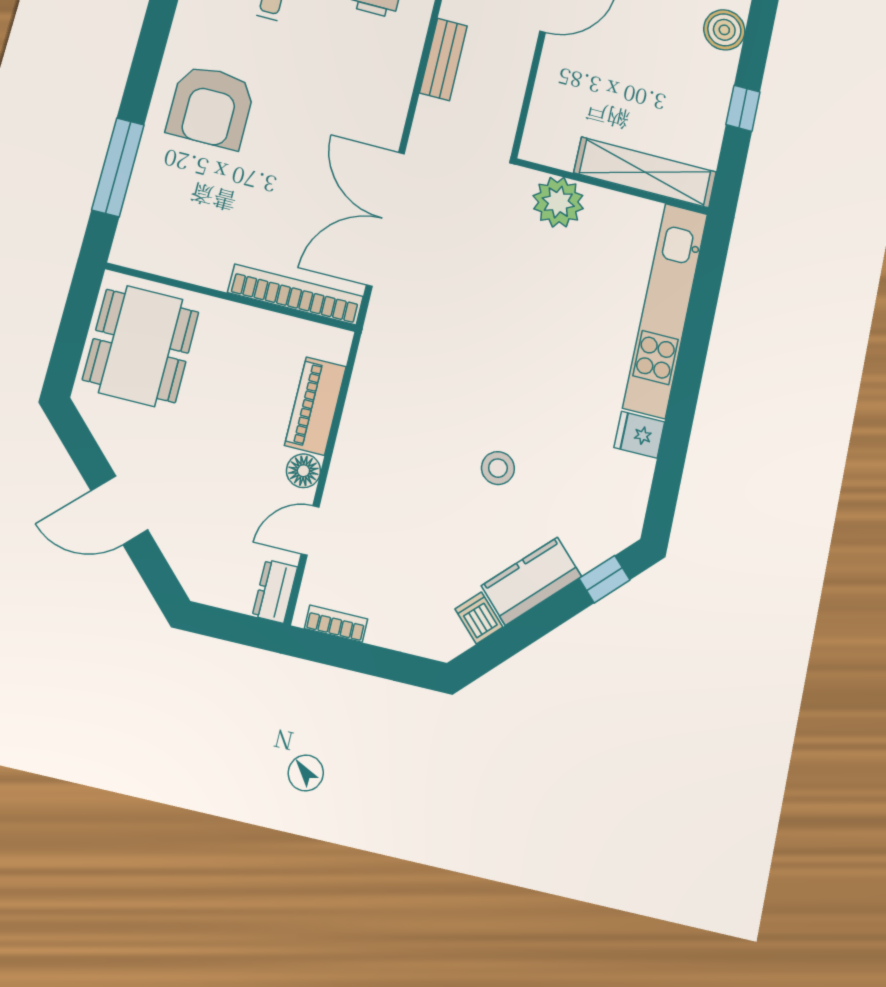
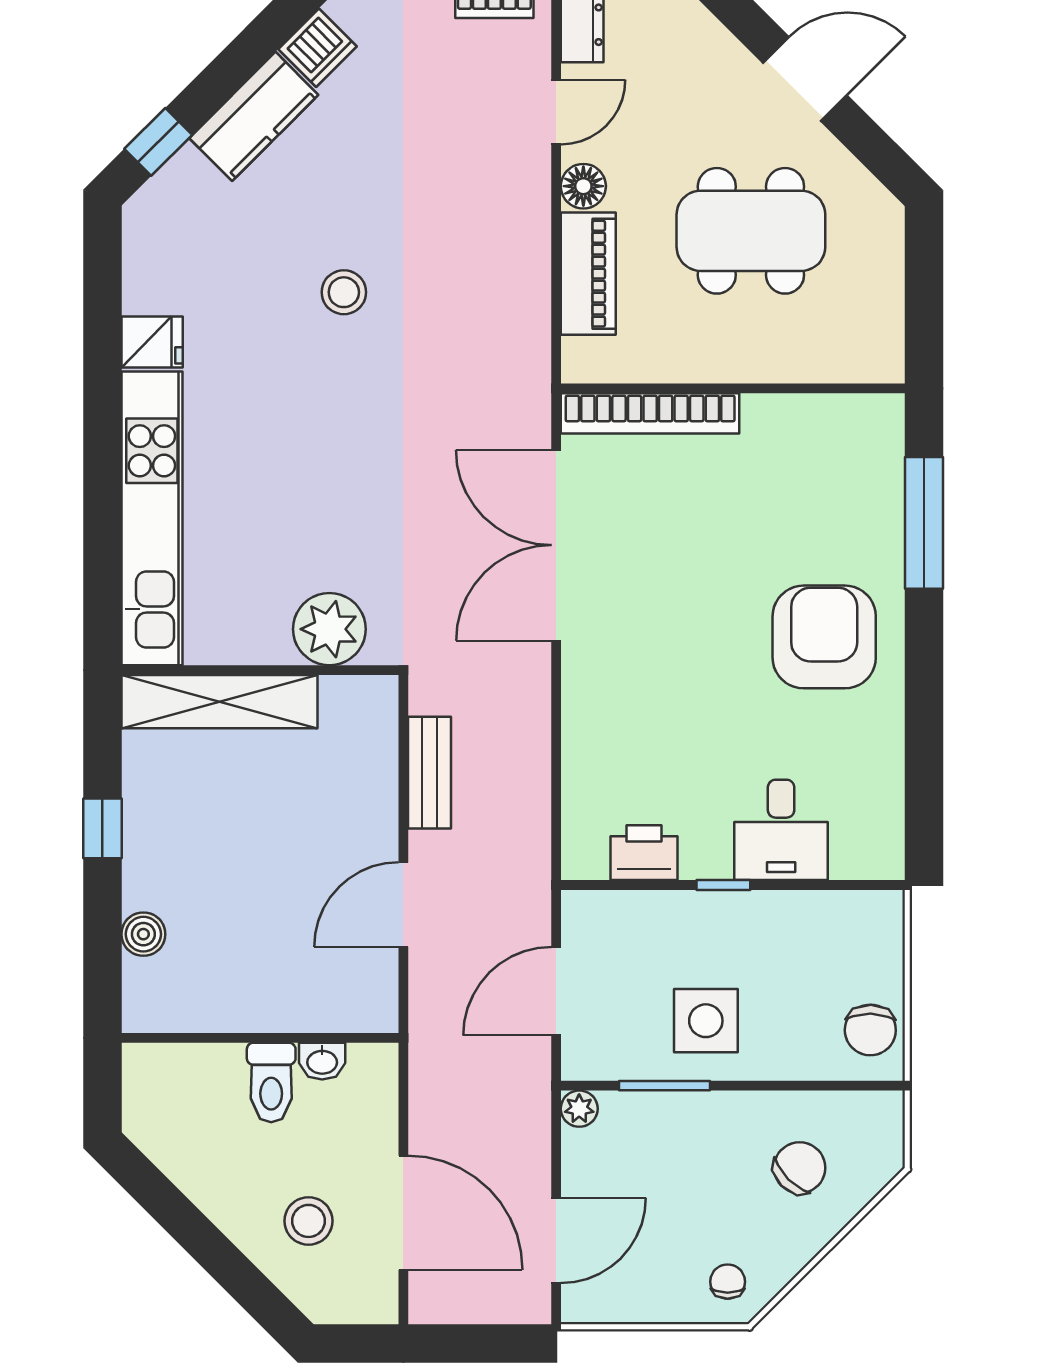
boiler: (724, 30) -> (143, 934), width x0.73, depth x0.73
bench: (443, 59) -> (430, 773), moved
double door: (385, 219) -> (556, 545), swing flipped
dining table: (141, 346) -> (751, 231), moved, turned 90
stool: (498, 468) -> (344, 292), moved
dishwasher: (479, 618) -> (317, 48), width x1.38

